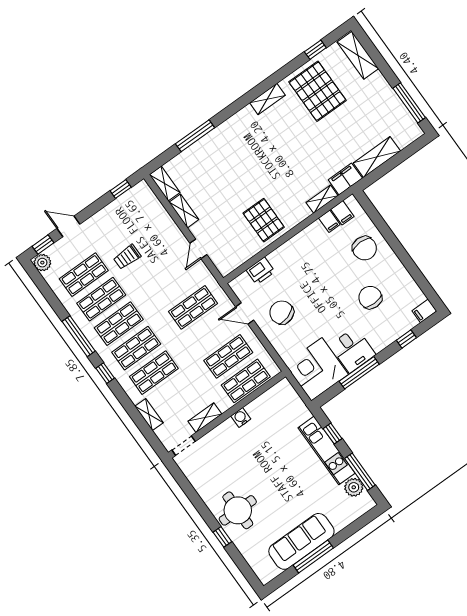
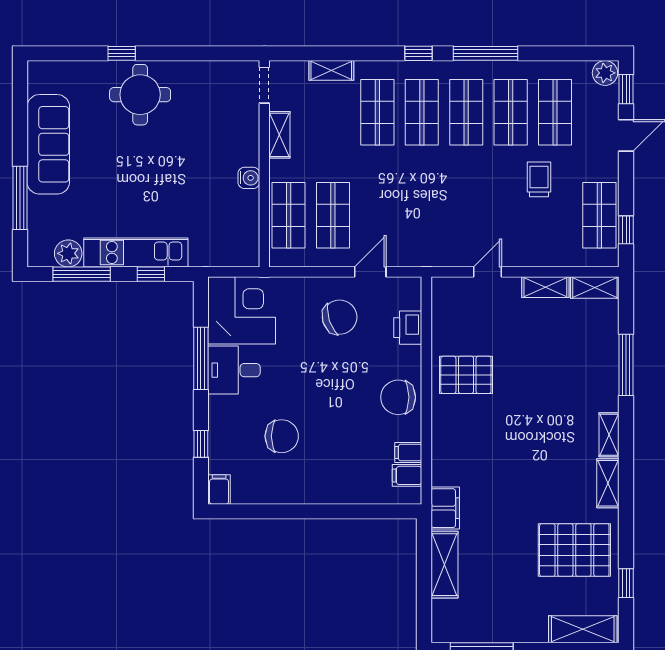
shelving: (322, 199) -> (609, 435), moved
chair: (364, 248) -> (398, 397), moved
door: (198, 249) -> (487, 272), hinge flipped
shop shelf: (193, 307) -> (599, 215), moved
window: (313, 556) -> (20, 198), moved

